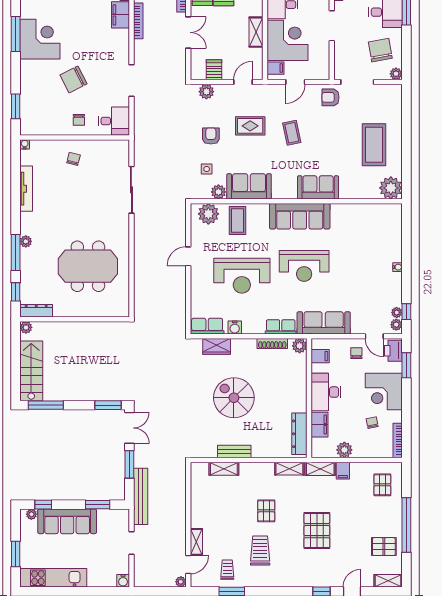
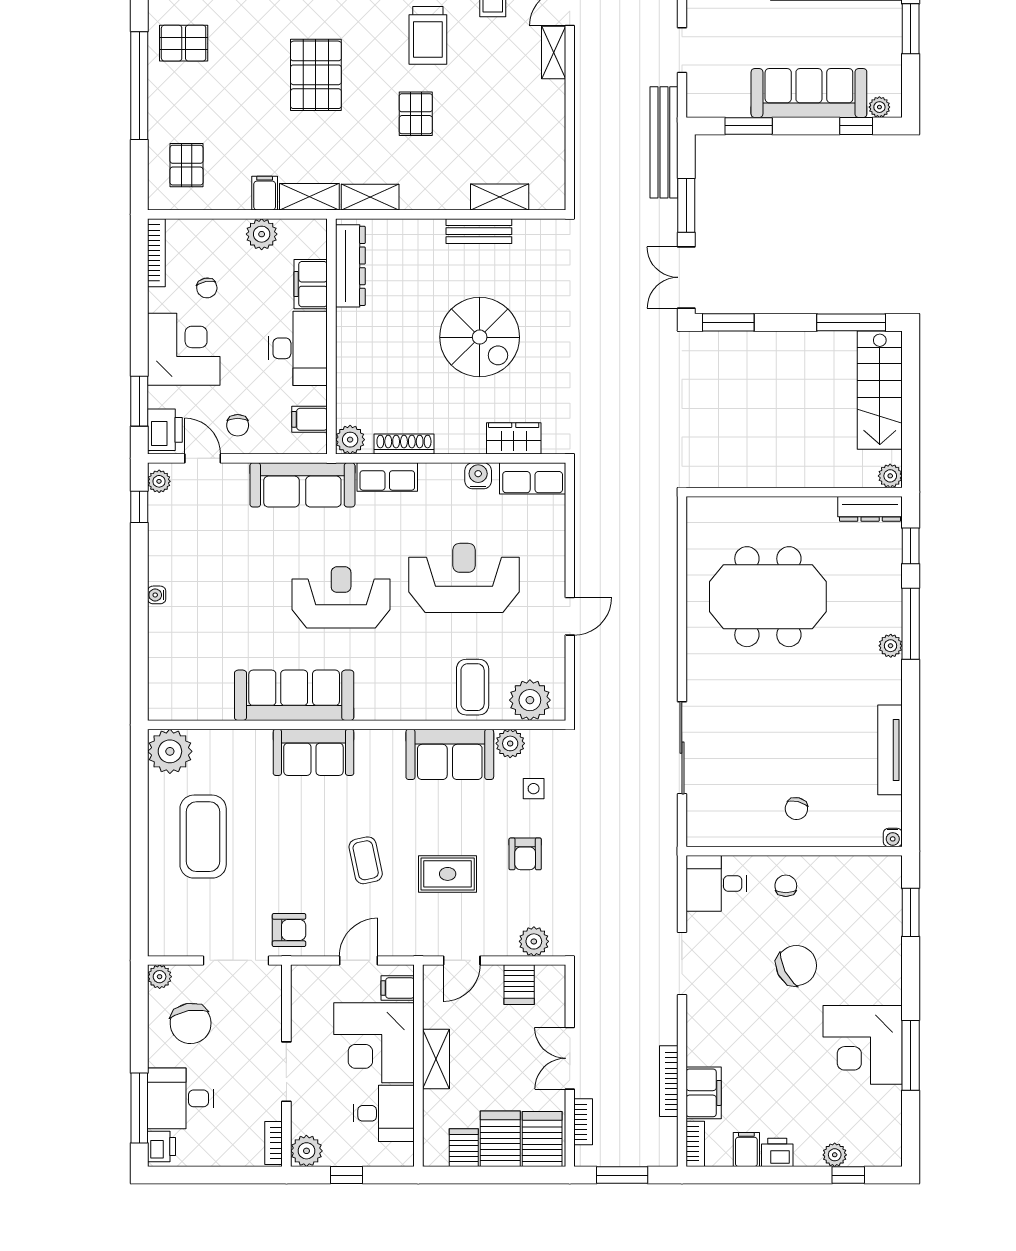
sofa: (300, 216) -> (294, 695), moved
plant: (397, 312) -> (158, 506), removed

